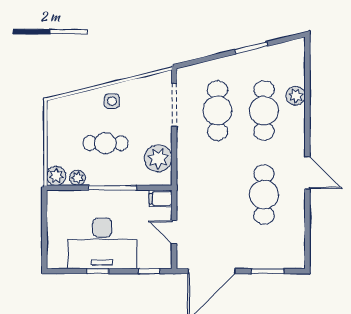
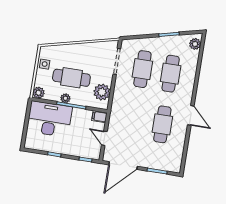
plant: (296, 96) -> (195, 44), moved
side table: (112, 101) -> (45, 64), moved
cafe table: (105, 143) -> (71, 78), width x1.37, depth x1.35
plant: (78, 178) -> (65, 98), moved
desk: (102, 243) -> (49, 119), moved, turned 180

